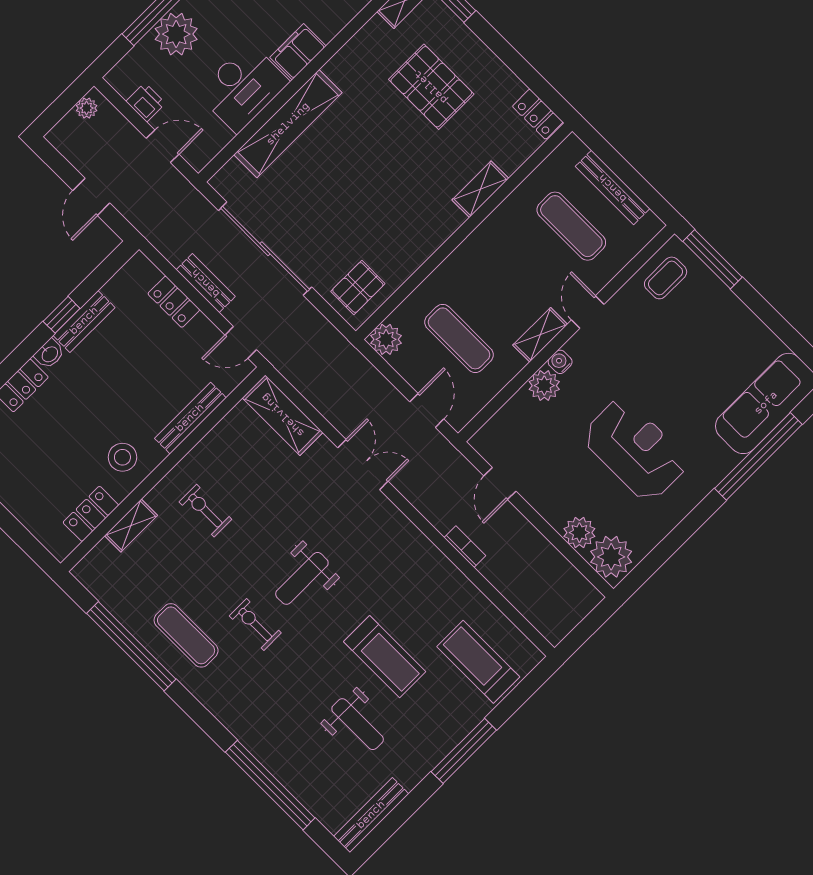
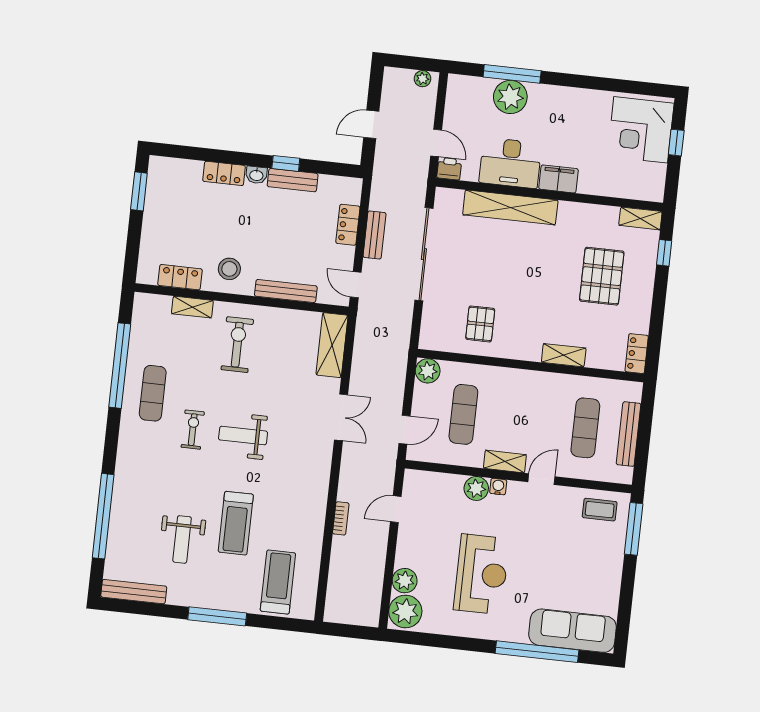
printer: (146, 102) -> (449, 169), moved, turned -90
pallet: (358, 287) -> (480, 324), moved, turned 90
exercise bike: (205, 511) -> (237, 345), width x1.38, depth x1.39

